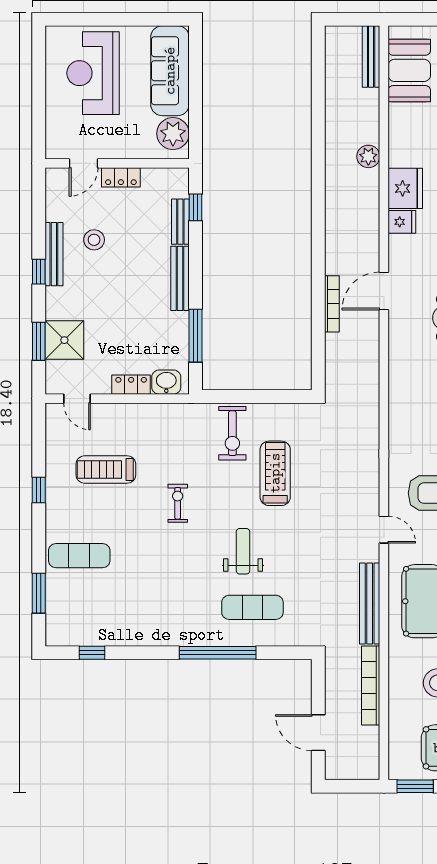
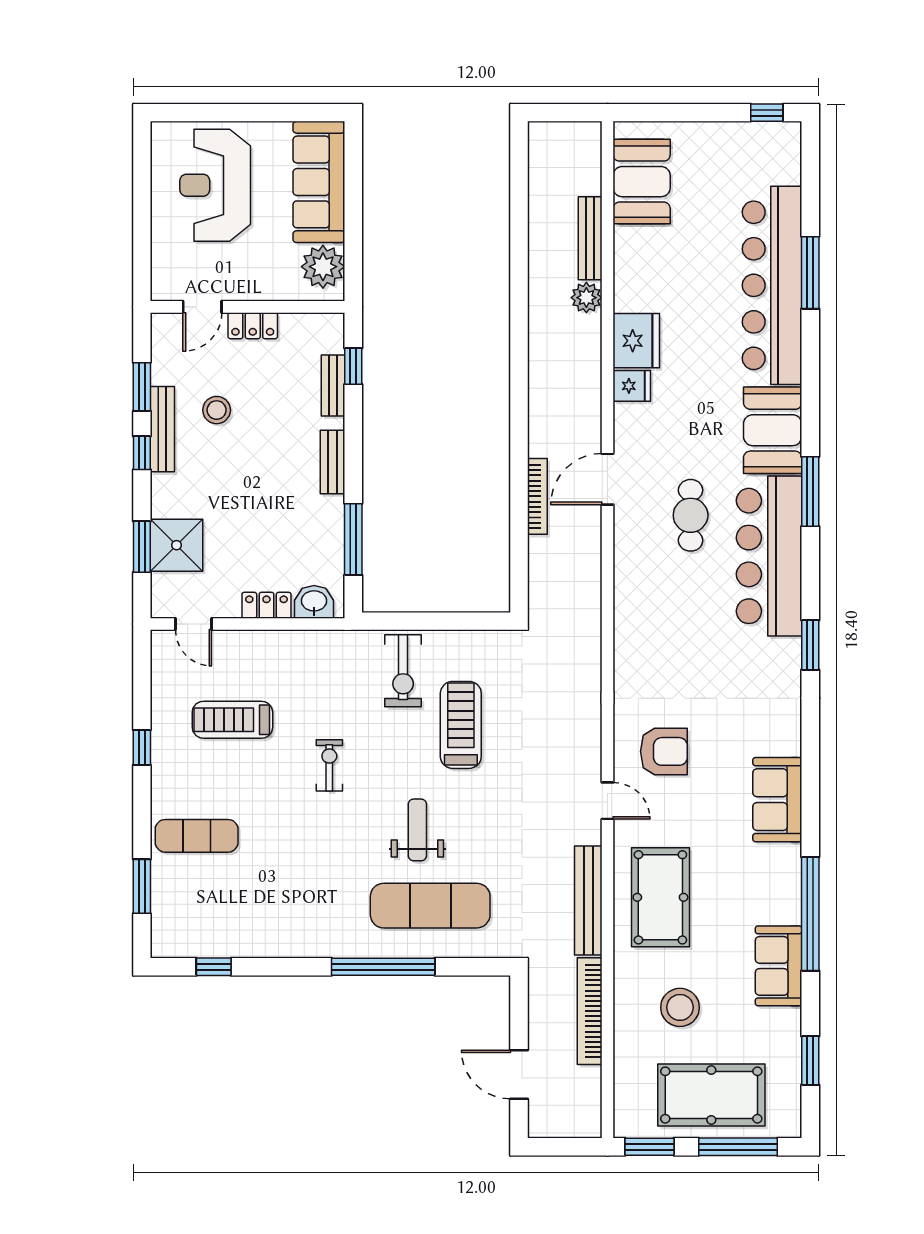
bench: (371, 57) -> (590, 238), moved
window: (39, 223) -> (142, 387), added
bench: (180, 278) -> (333, 462), width x0.73
exercise mat: (252, 607) -> (430, 906), width x1.36, depth x1.45

